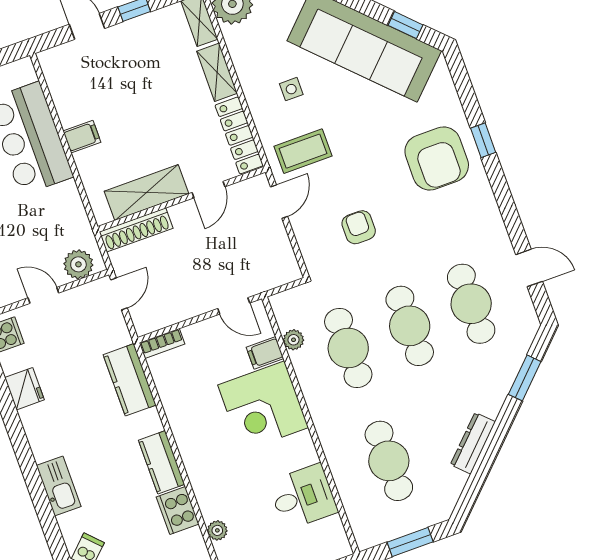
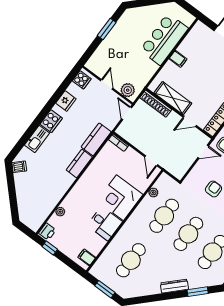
door: (119, 294) -> (127, 113), swing flipped
filing cabinet: (265, 353) -> (87, 257), moved
dresser: (473, 443) -> (174, 286), moved
kitchen counter: (162, 462) -> (79, 163), moved
desk: (303, 497) -> (105, 223), moved
cooker: (178, 510) -> (51, 121), moved, turned 180

